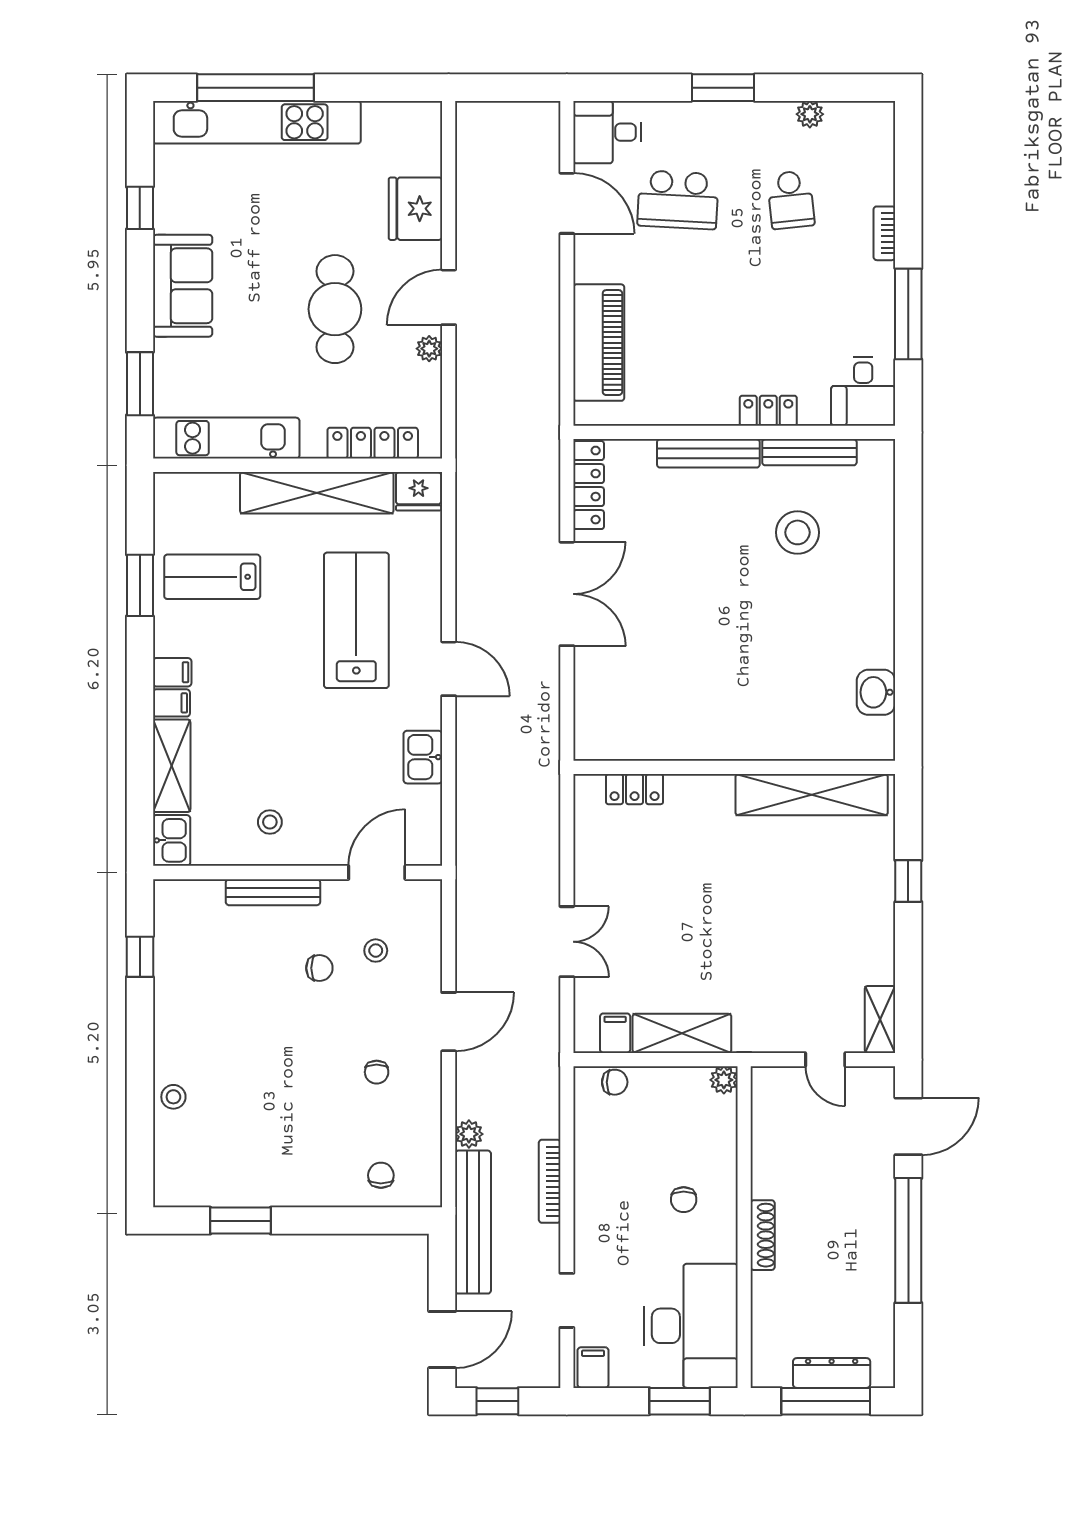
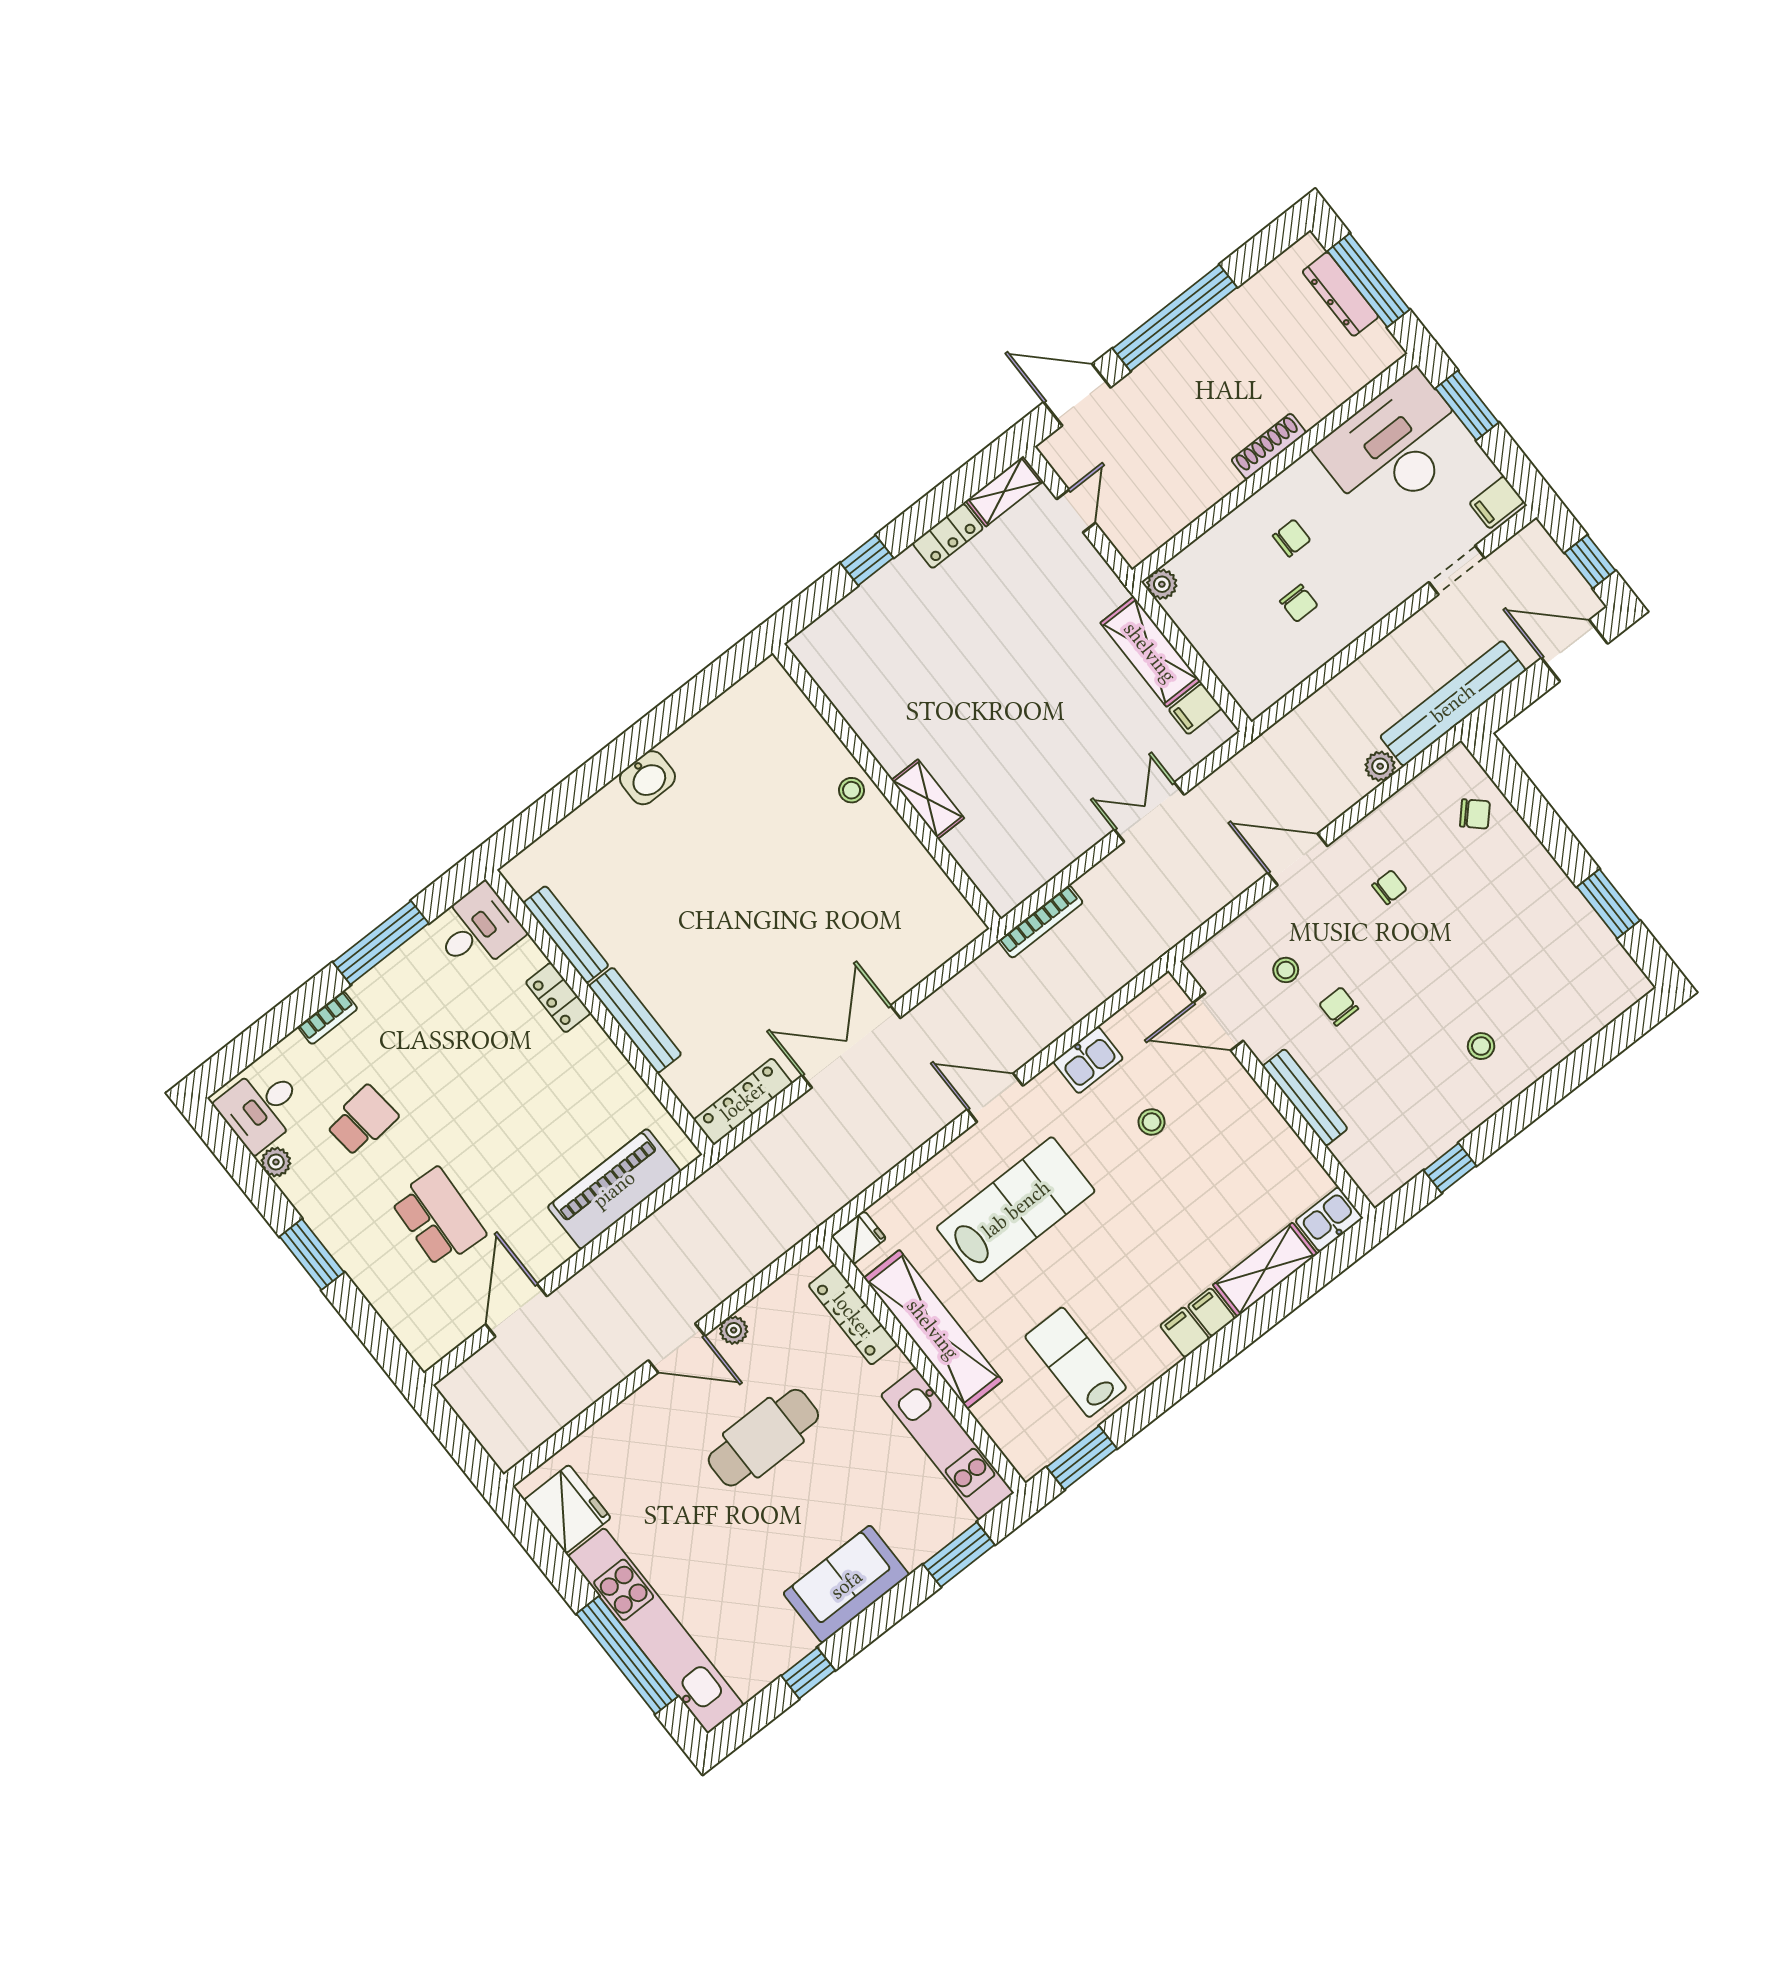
desk: (607, 132) -> (261, 1108), moved, turned 90
fridge: (415, 209) -> (567, 1509), moved, turned -90
fridge: (419, 491) -> (859, 1238), width x0.72
stool: (797, 532) -> (852, 790), moved, width x0.53, depth x0.53
lab bench: (212, 577) -> (1076, 1362), turned 180
window: (140, 585) -> (1082, 1458), moved
lab bench: (356, 620) -> (1016, 1209), turned 180
door: (449, 669) -> (995, 1098), hinge flipped
washbasin: (876, 692) -> (647, 778), moved
locker: (635, 789) -> (948, 536), moved, turned 90
shelving: (812, 795) -> (928, 799), moved, width x0.45, depth x0.75
stool: (270, 822) -> (1152, 1122), moved
chair: (615, 1082) -> (1299, 603), moved, turned 180
stool: (173, 1097) -> (1481, 1046), moved
chair: (381, 1175) -> (1475, 814), turned -137
bookcase: (550, 1181) -> (1041, 922), moved

